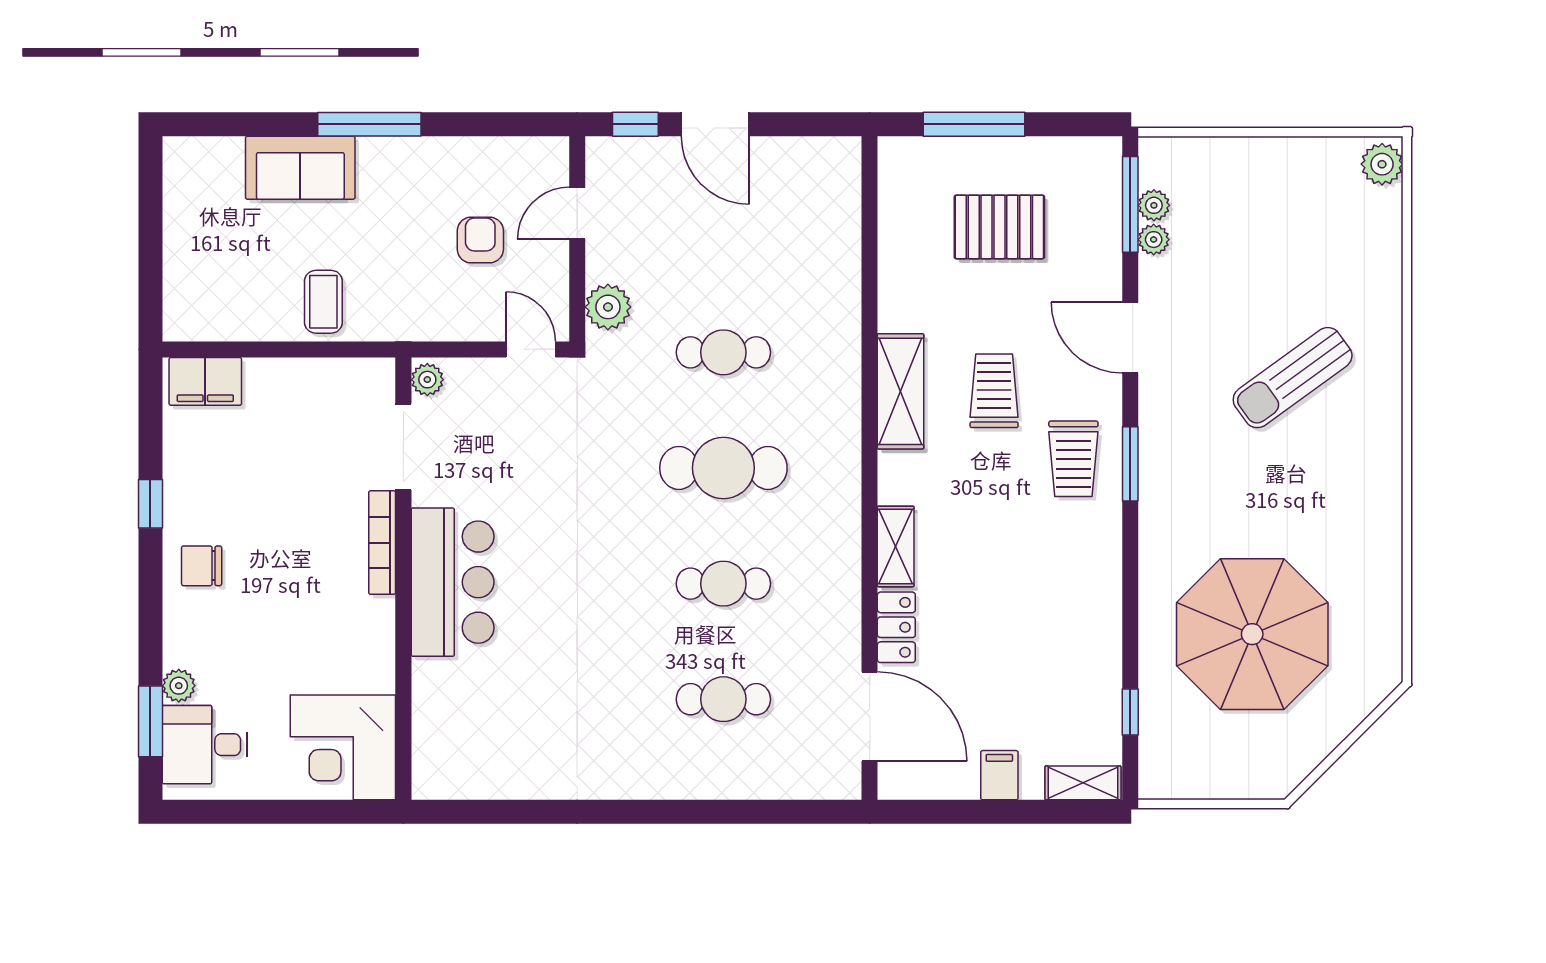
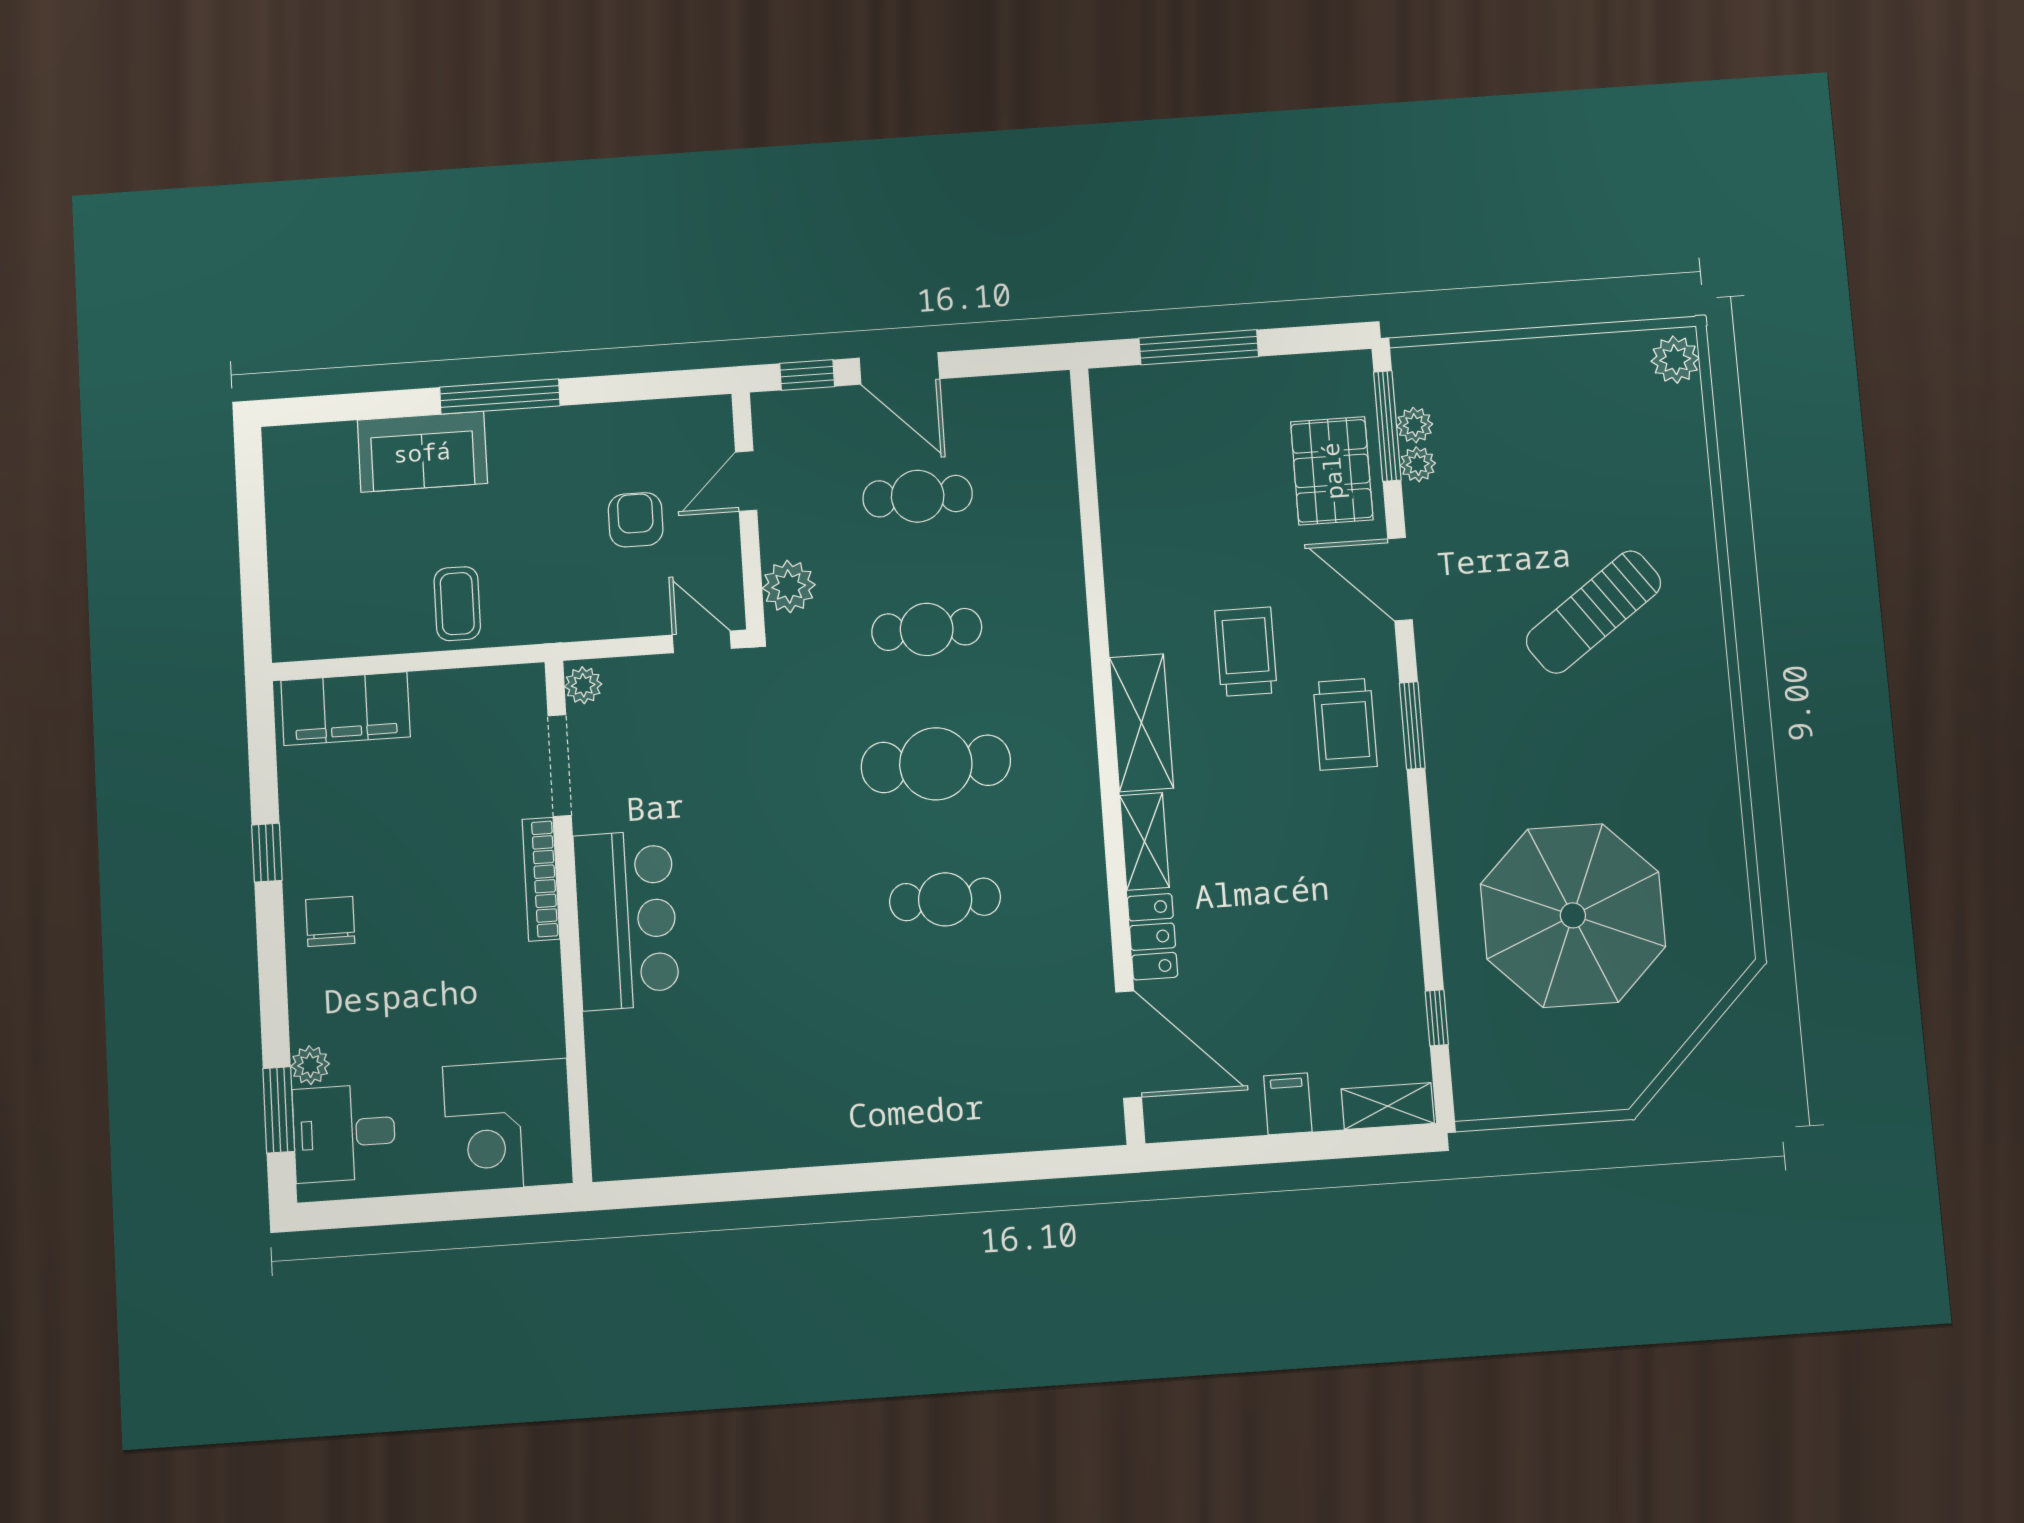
pallet: (999, 227) -> (1332, 471), moved, turned 90
filing cabinet: (205, 381) -> (346, 709), width x1.50, depth x1.17
shelving: (901, 391) -> (1141, 723), moved
chair: (202, 566) -> (330, 921), turned 90
cafe table: (723, 699) -> (918, 496), moved

